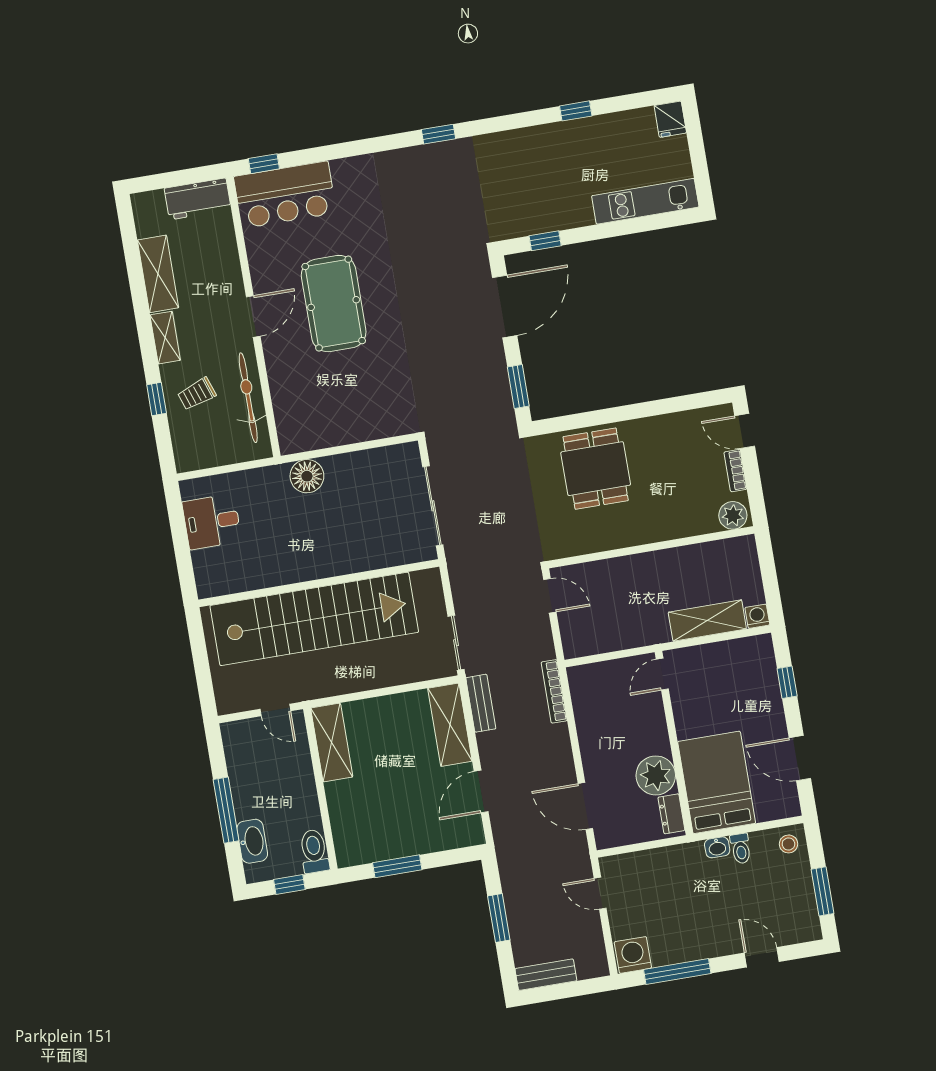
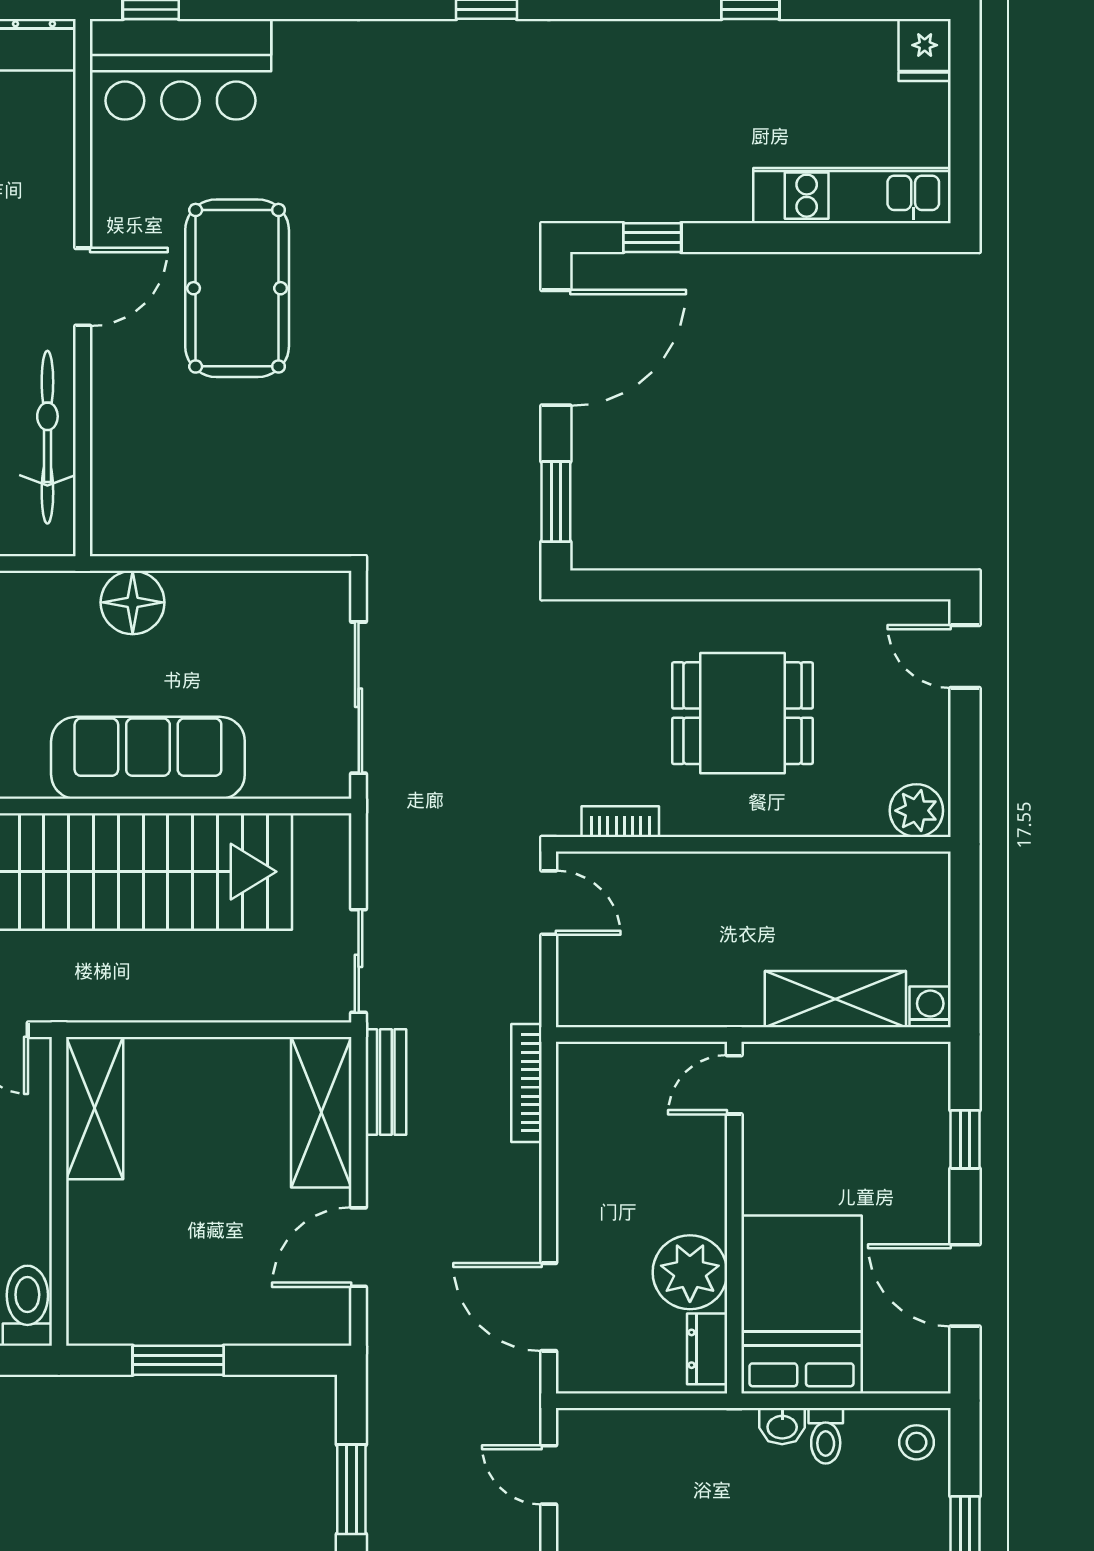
dining table: (596, 469) -> (742, 713), moved, turned 90
bookcase: (735, 471) -> (620, 822), moved, turned 90
sofa: (329, 556) -> (148, 758), added

